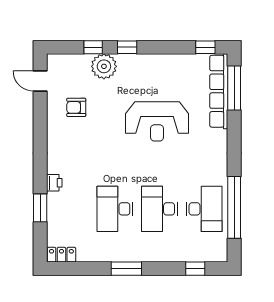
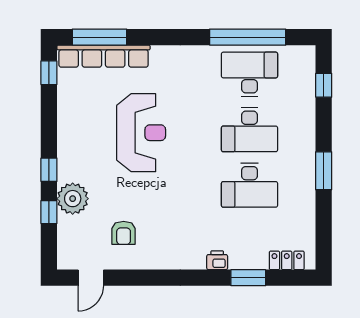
locker: (61, 255) -> (287, 260), moved, turned 90

